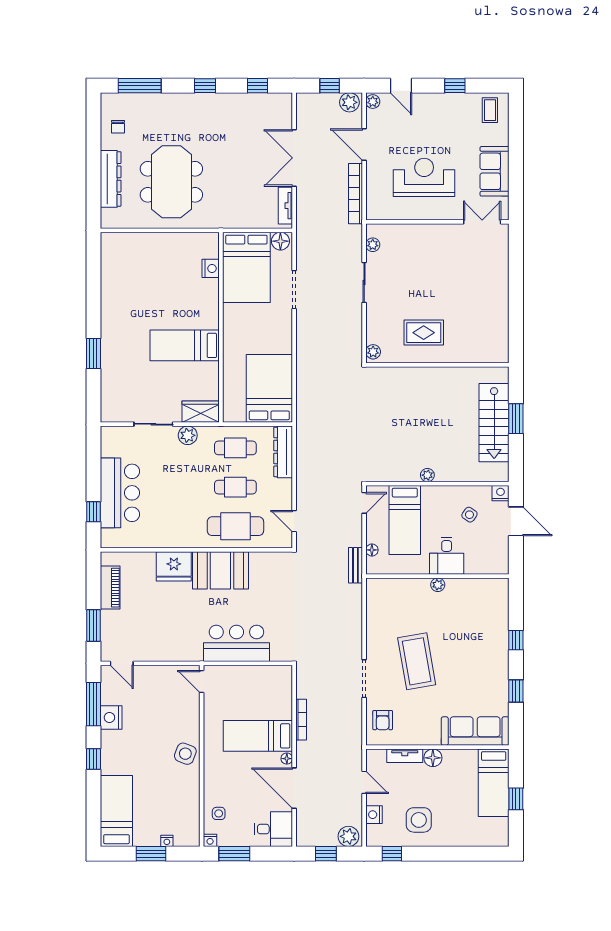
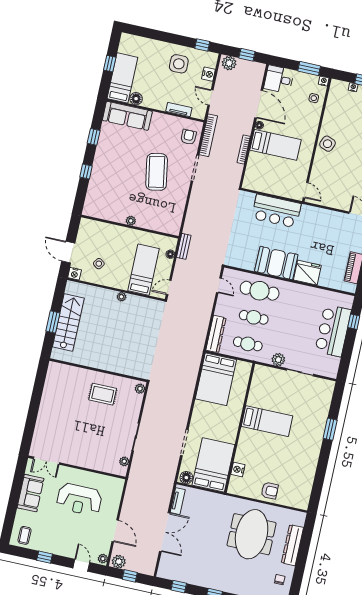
bookcase: (355, 194) -> (208, 135), moved
armchair: (160, 249) -> (270, 491), added
wardrobe: (201, 412) -> (266, 374), removed
desk: (447, 556) -> (121, 239), removed
floor lamp: (433, 758) -> (136, 99), moved

